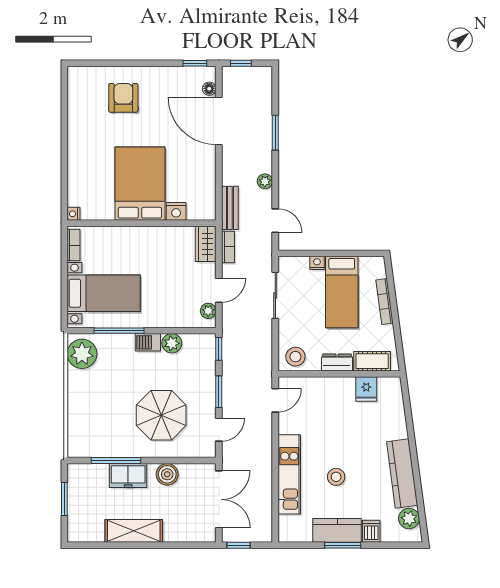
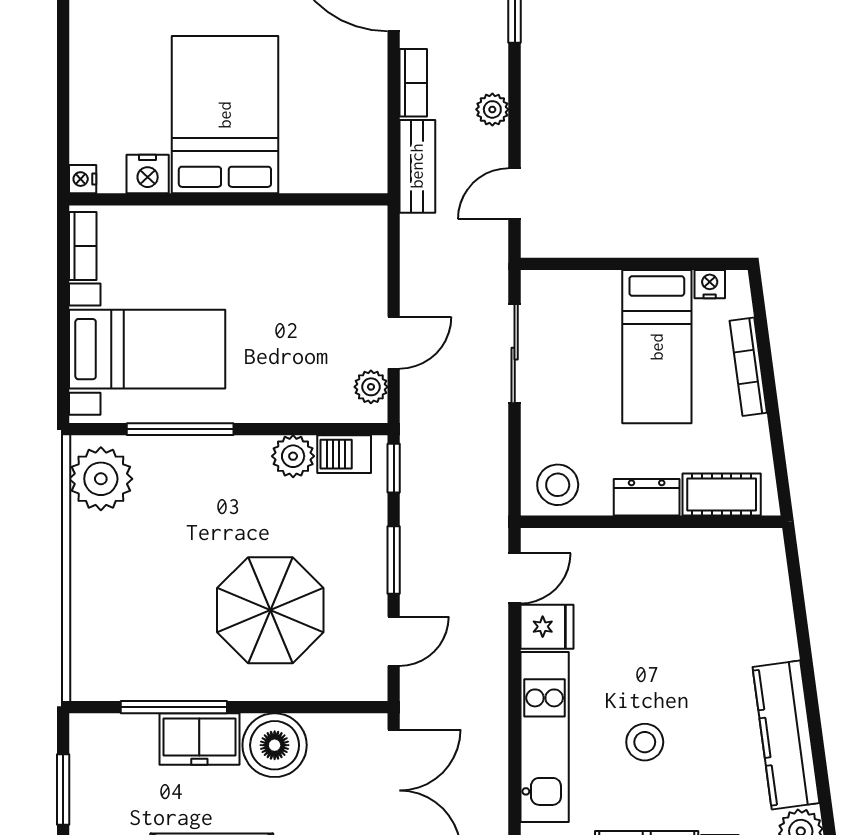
nightstand: (176, 211) -> (148, 174), moved
door: (275, 221) -> (515, 194), swing flipped
wardrobe: (206, 244) -> (365, 244), removed
bookcase: (228, 247) -> (413, 83), moved
nightstand: (317, 263) -> (710, 284), moved
barbecue: (148, 342) -> (344, 454), moved
fridge: (366, 389) -> (547, 627), moved, turned -90
boiler: (167, 474) -> (275, 745), width x1.37, depth x1.37

